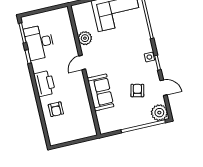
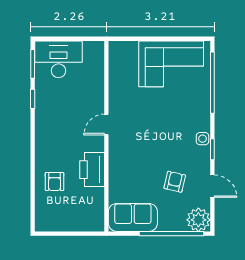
plant: (85, 38) -> (118, 91), removed
desk: (39, 42) -> (59, 59), moved, turned 90
printer: (44, 84) -> (92, 170), moved, turned 180
sofa: (101, 92) -> (133, 217), moved, turned -90

